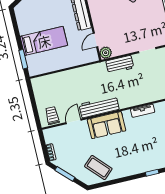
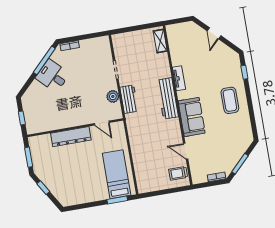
bed: (44, 41) -> (117, 174), moved
plant: (106, 53) -> (113, 96), moved
workbench: (99, 107) -> (168, 98), moved
coffee table: (98, 168) -> (230, 100), moved, turned -47

